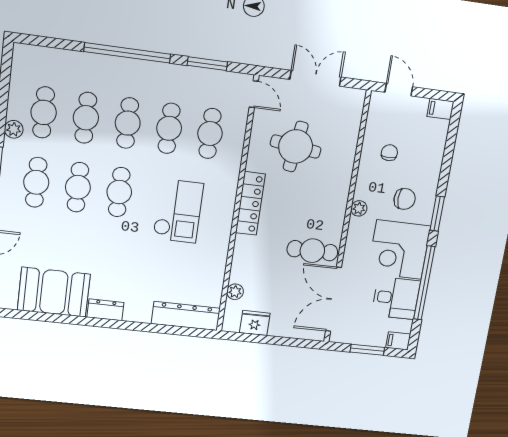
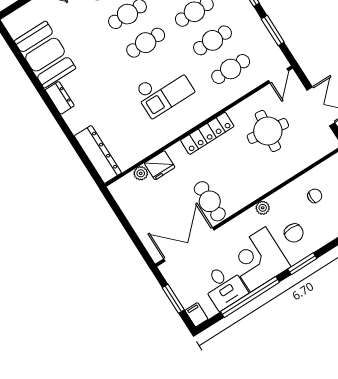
fridge: (255, 323) -> (160, 165), moved, turned 90

